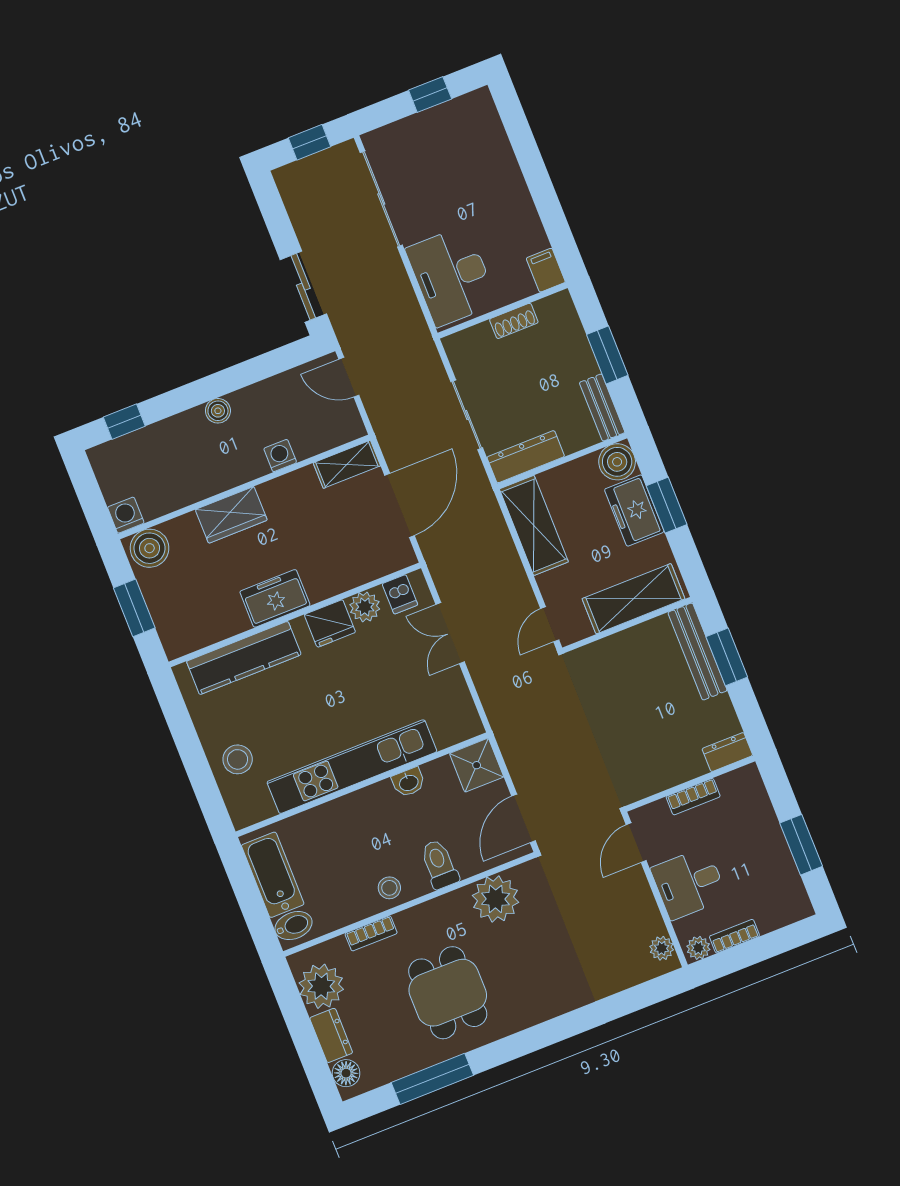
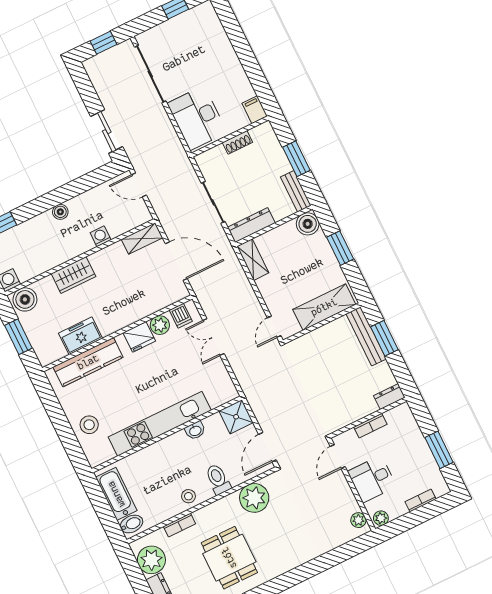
door: (400, 505) -> (176, 261), hinge flipped
freezer: (634, 511) -> (321, 253), removed
shelving: (534, 525) -> (253, 260), width x0.67, depth x0.75
freezer: (275, 598) -> (81, 336), moved
bookcase: (734, 936) -> (421, 500), moved

